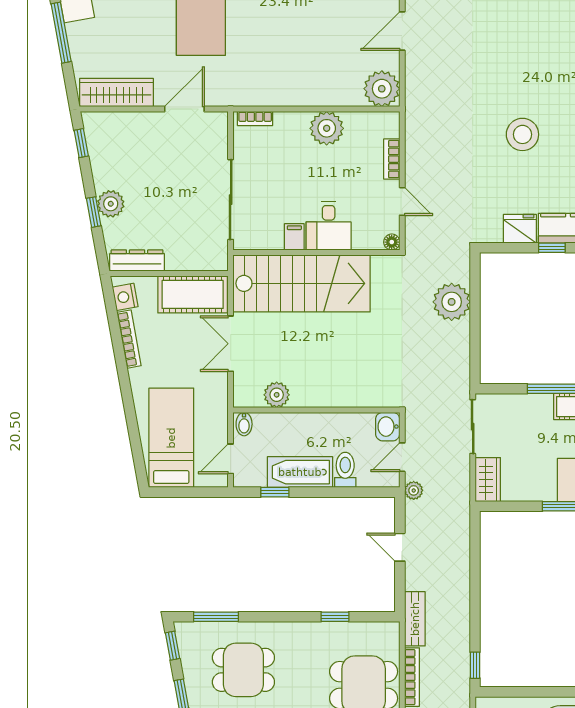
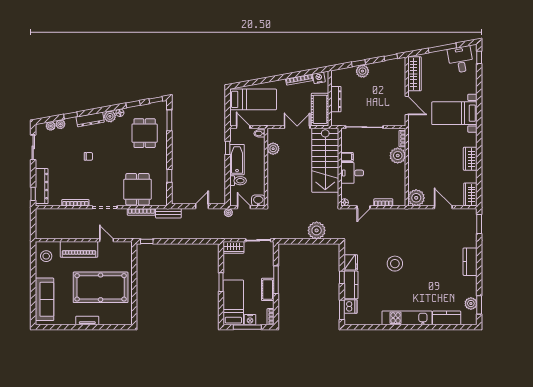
plant: (327, 128) -> (398, 156), moved
dresser: (137, 261) -> (336, 99), moved

